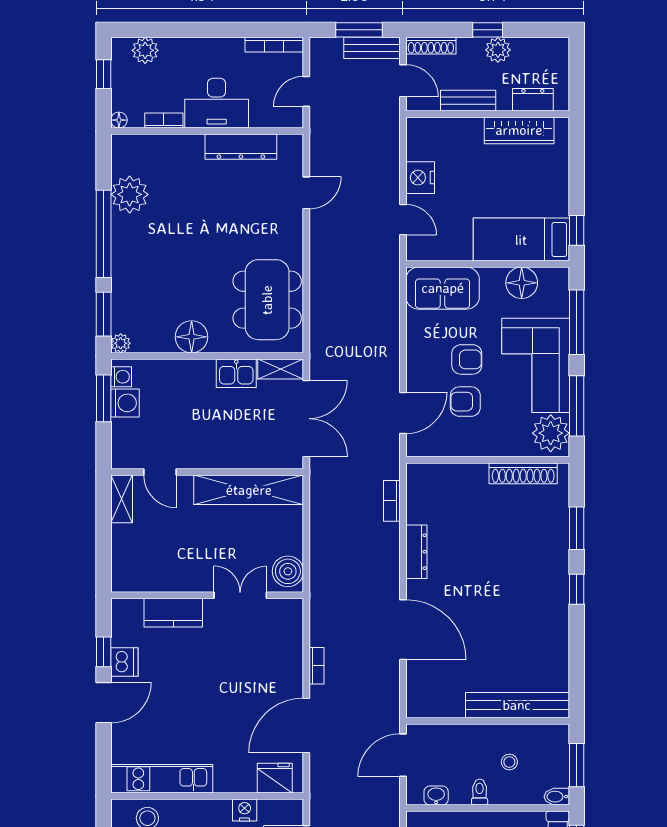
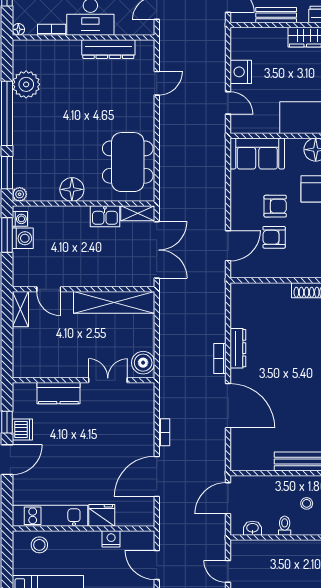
bookcase: (392, 501) -> (220, 359), moved
fridge: (275, 778) -> (102, 515), moved

